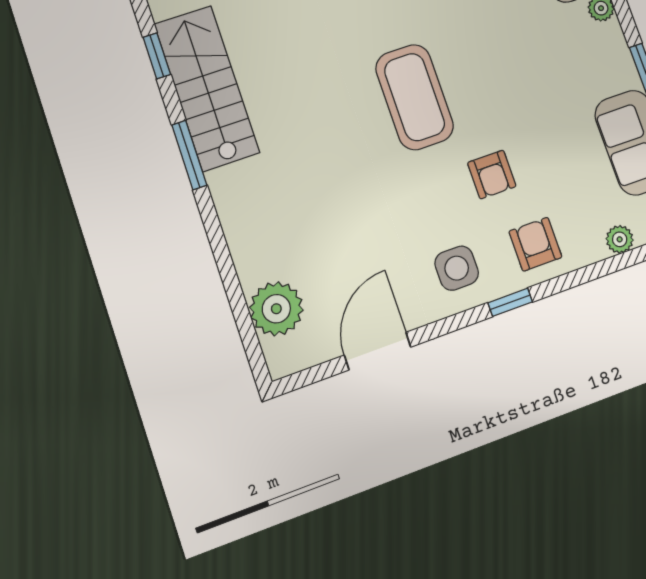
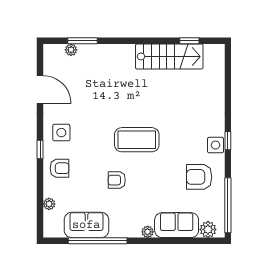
window: (189, 155) -> (82, 41), moved
armchair: (492, 174) -> (117, 180), moved
plant: (276, 309) -> (71, 50), width x0.53, depth x0.53

